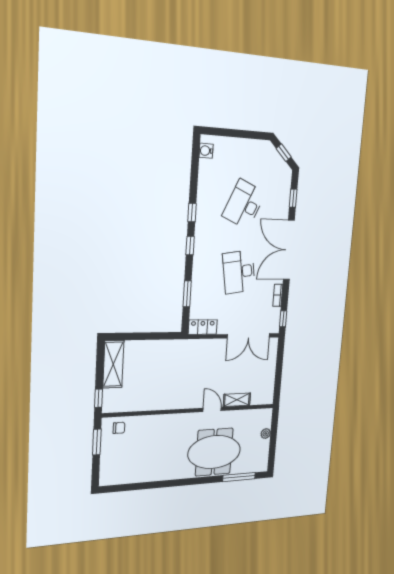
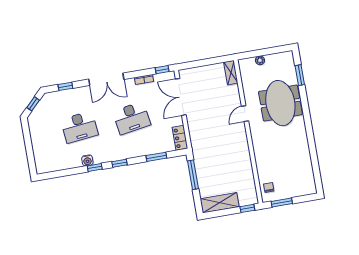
water cooler: (206, 151) -> (87, 160), moved
desk: (244, 204) -> (79, 127), turned -30
double door: (289, 250) -> (106, 79), width x0.73
window: (155, 336) -> (193, 175), added
double door: (248, 336) -> (181, 97), swing flipped
shelving: (237, 400) -> (231, 73), moved
window: (239, 477) -> (300, 75), width x0.69

